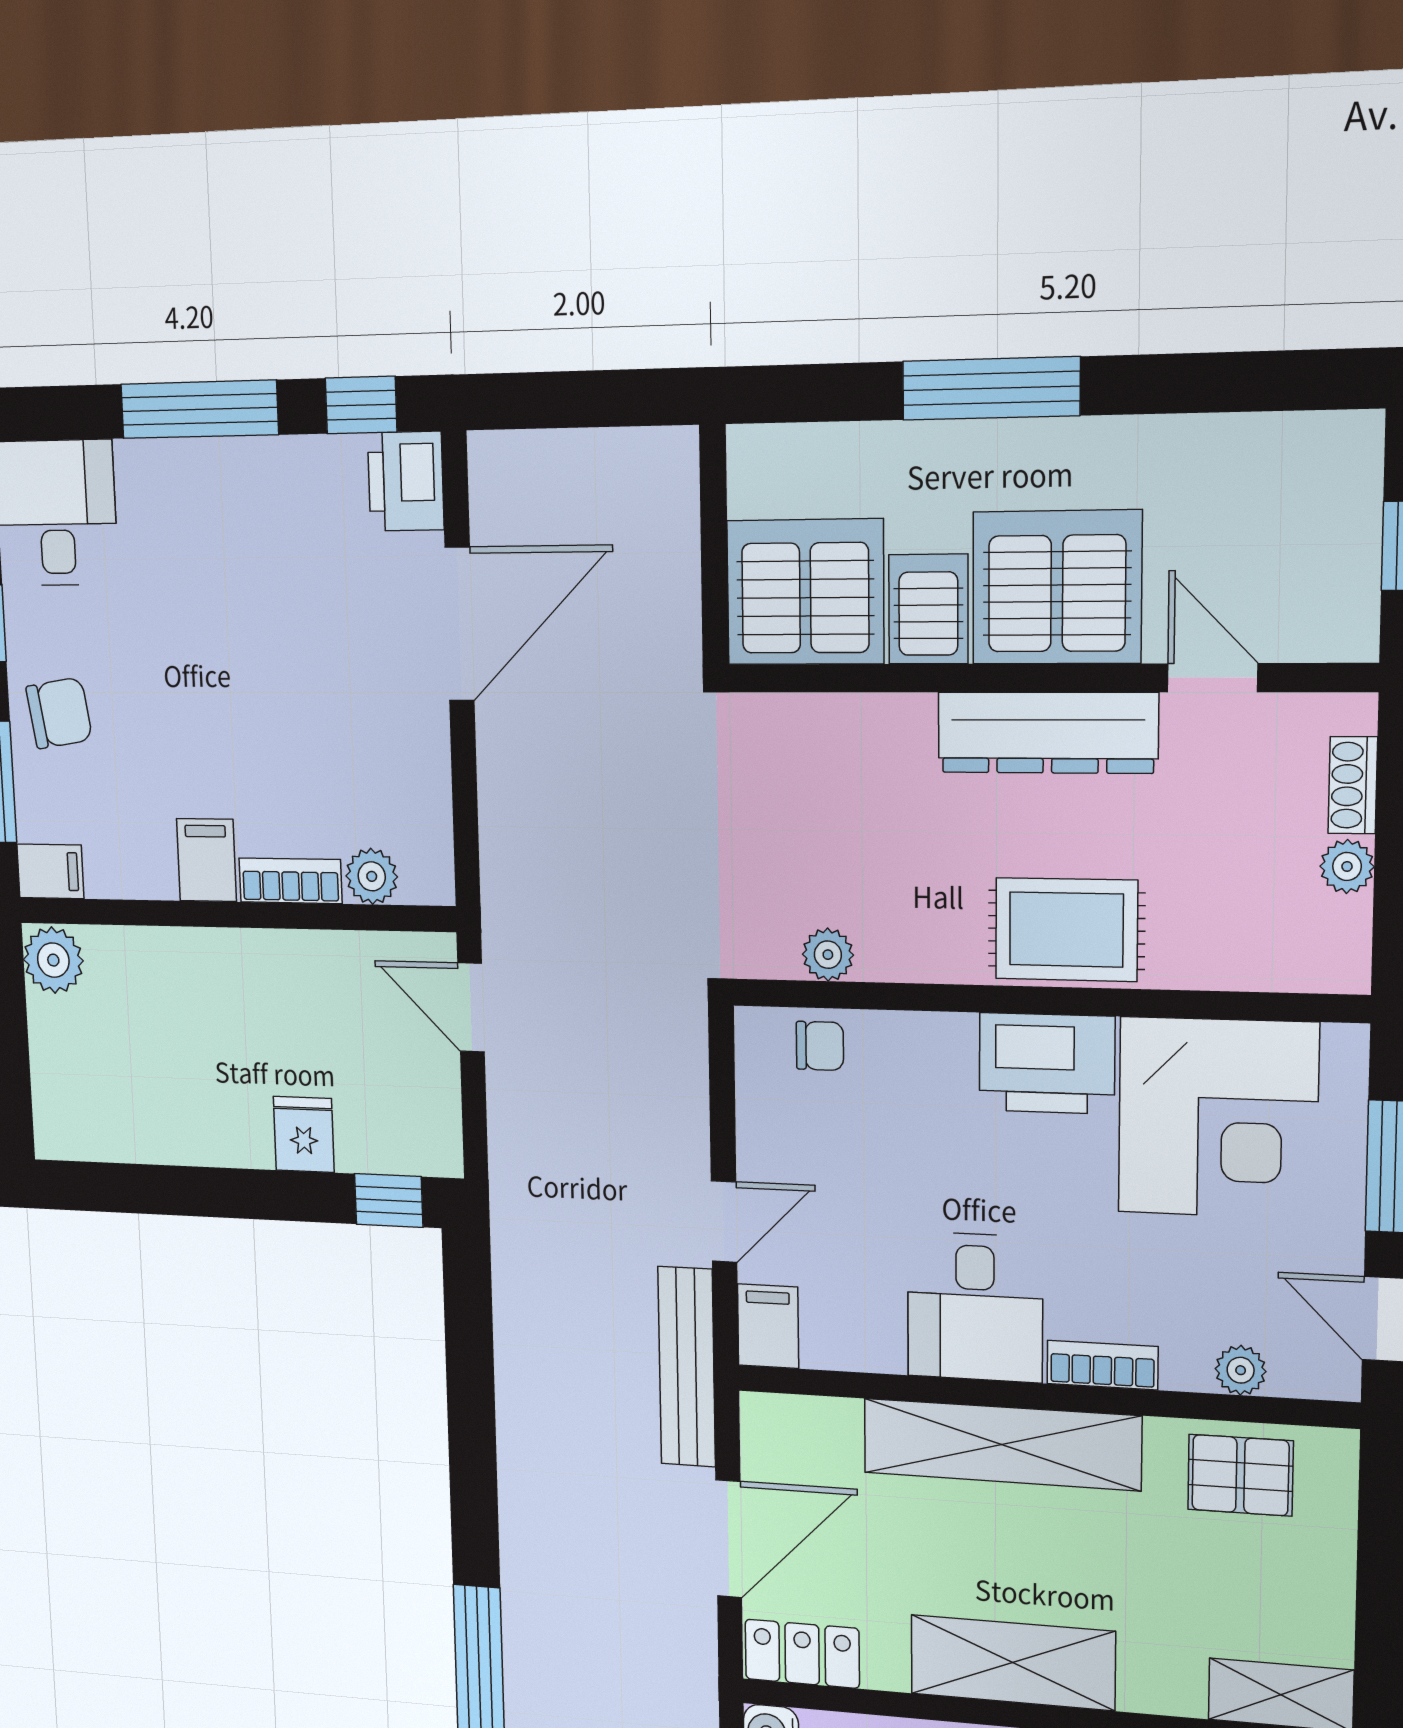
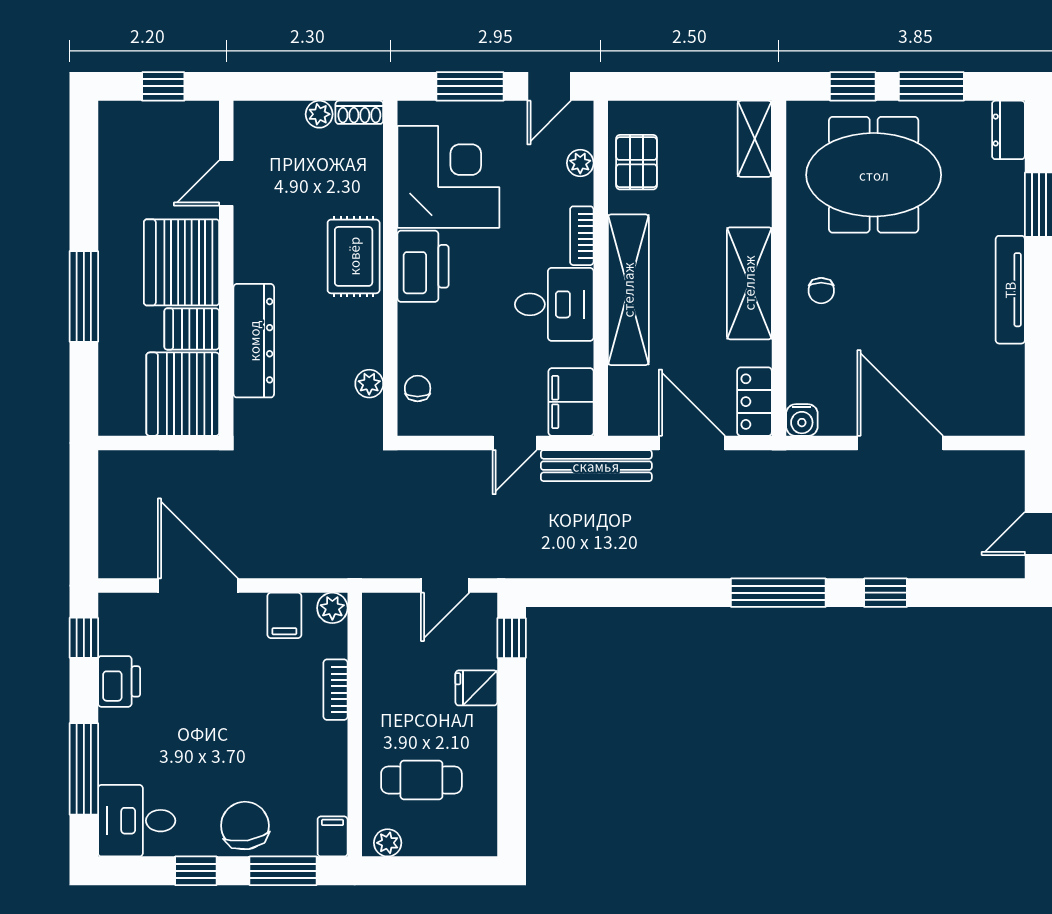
window: (199, 409) -> (84, 769), moved
printer: (406, 481) -> (119, 681), moved, turned -90
chair: (59, 713) -> (245, 826), width x1.37, depth x1.37
dresser: (1048, 733) -> (254, 341), moved
shoe rack: (1353, 785) -> (359, 112), moved
filing cabinet: (206, 860) -> (284, 615), moved, turned -90
plant: (372, 876) -> (332, 608), moved
plant: (53, 960) -> (388, 843), width x0.73, depth x0.73
door: (471, 1007) -> (445, 586), moved
cafe table: (149, 1032) -> (421, 780), added
door: (724, 1222) -> (515, 443), swing flipped
filing cabinet: (768, 1326) -> (571, 402), width x2.00

